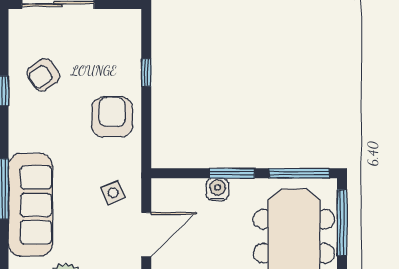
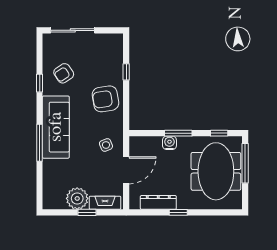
armchair: (112, 117) -> (105, 99), turned -99
window: (299, 173) -> (219, 133), width x0.46
sofa: (30, 205) -> (56, 127), moved

